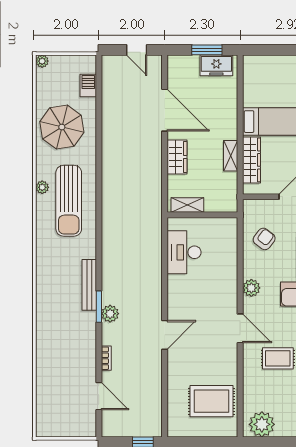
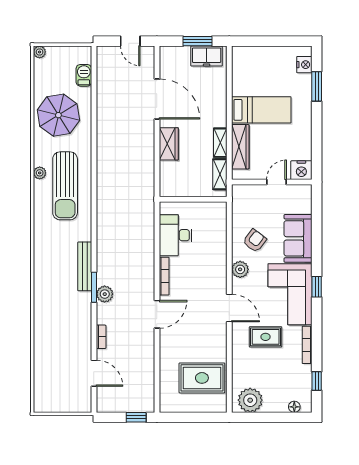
shelving: (187, 205) -> (220, 174), moved, turned 90
armchair: (264, 239) -> (255, 241), moved
bookcase: (172, 295) -> (164, 276), added

